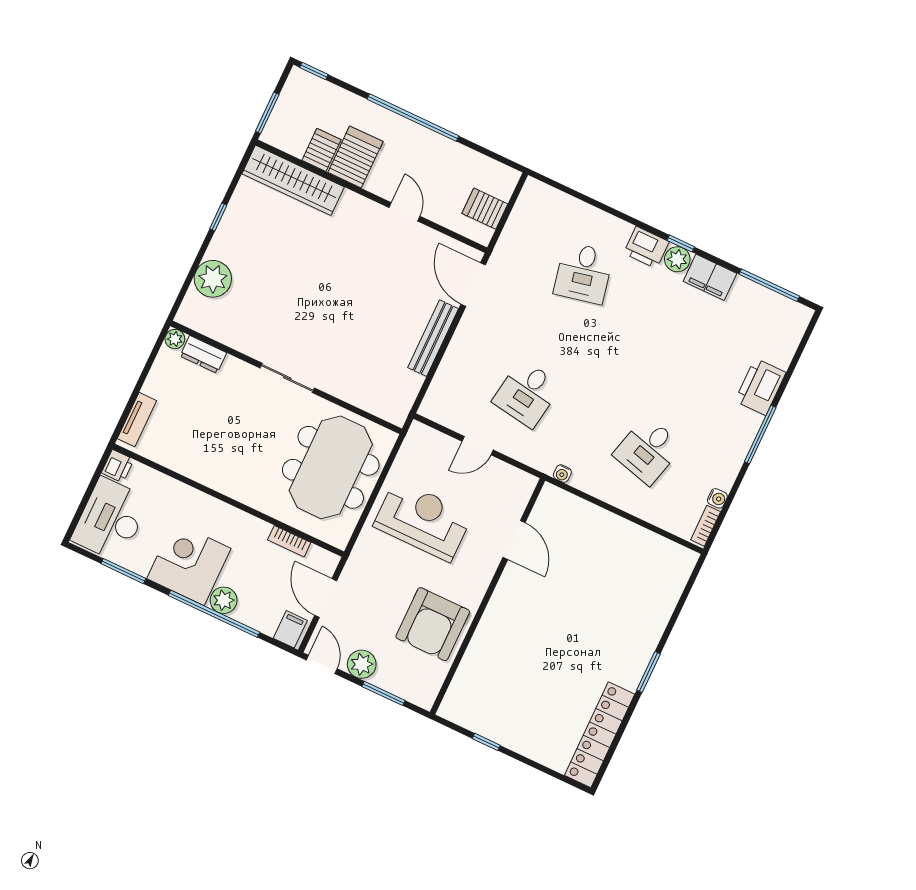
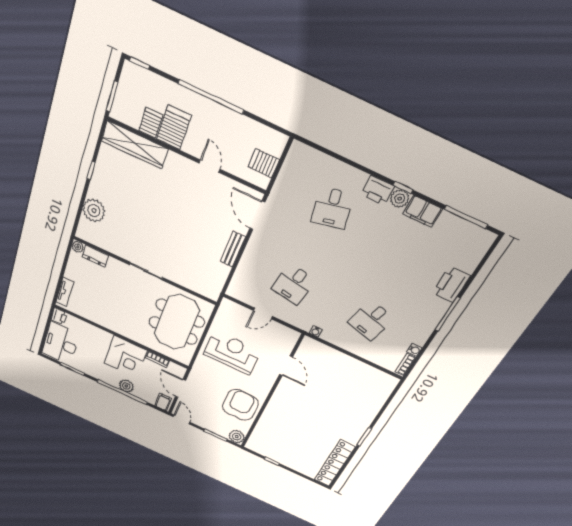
bench: (433, 338) -> (233, 249), width x0.73
corner desk: (189, 564) -> (126, 357), moved, turned 180
armchair: (433, 624) -> (240, 405), turned 180
plant: (362, 664) -> (237, 437), moved

